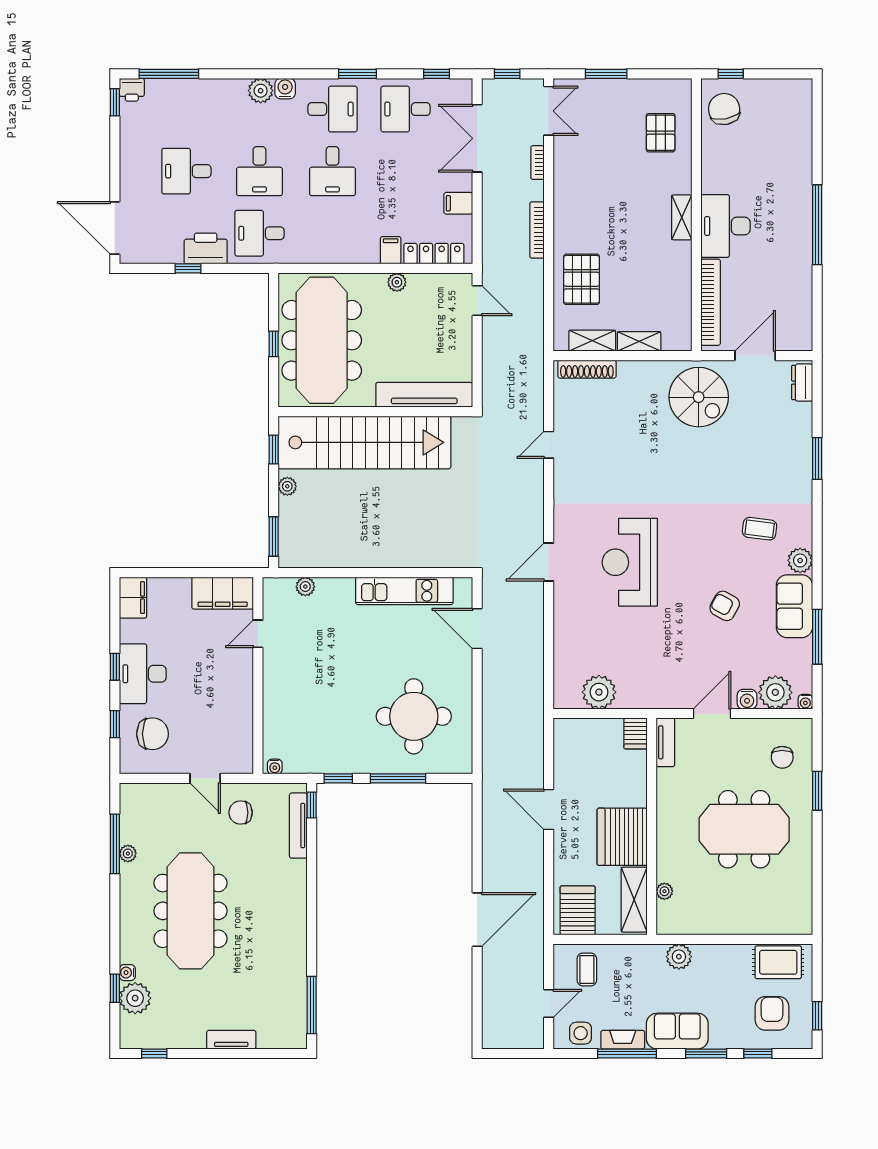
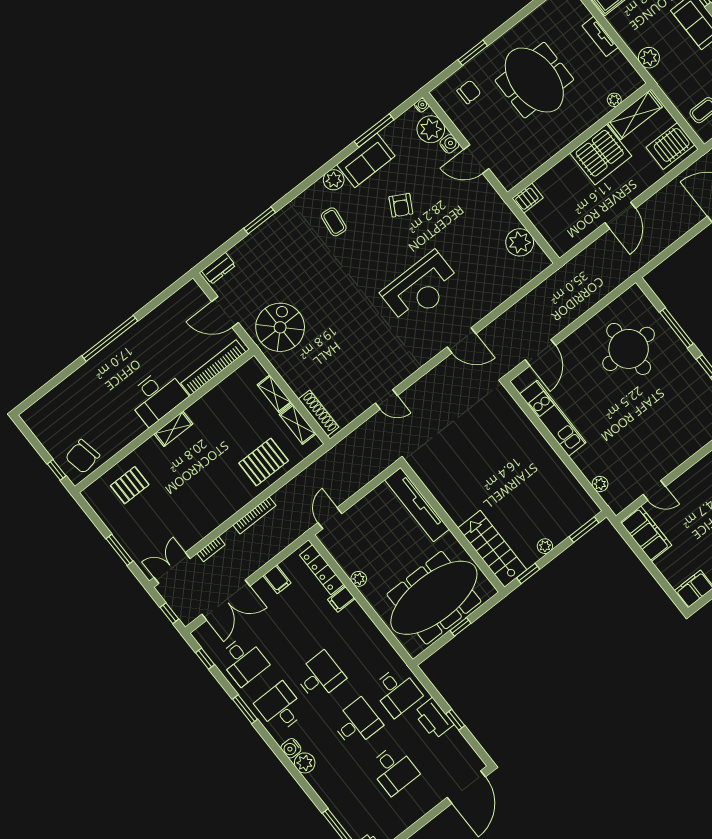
stairs: (364, 442) -> (492, 549), width x0.54, depth x0.66
tv unit: (665, 742) -> (600, 36), moved, turned -90

